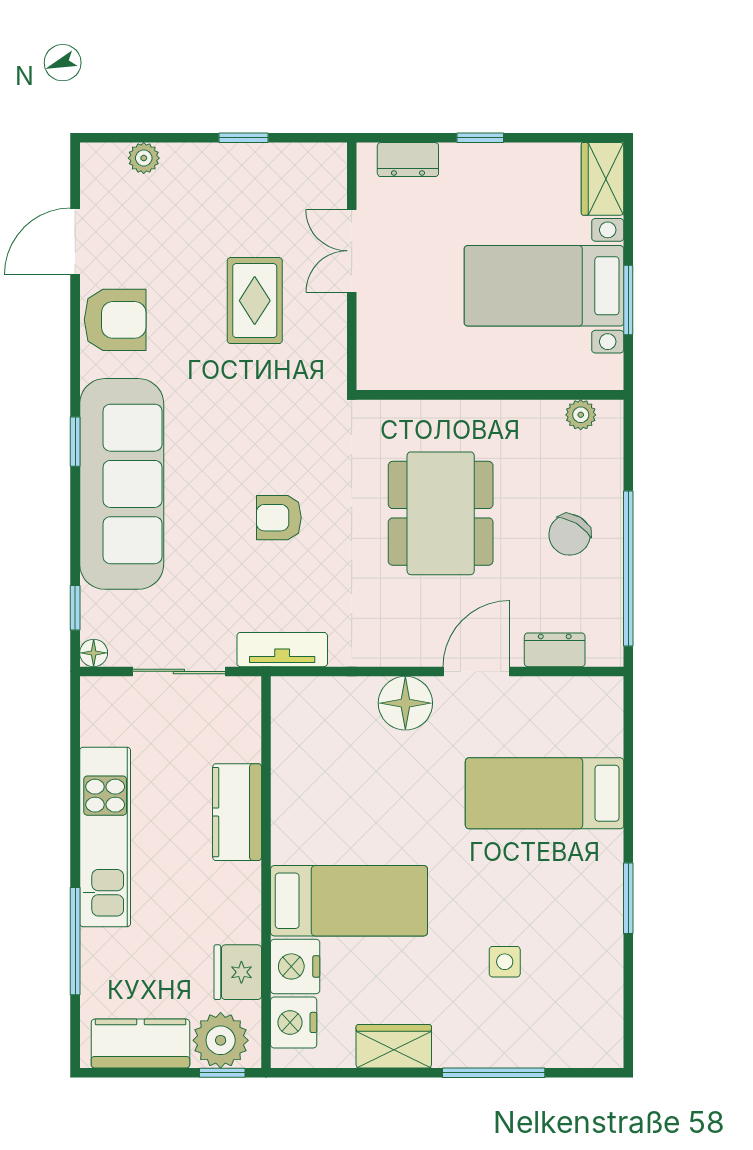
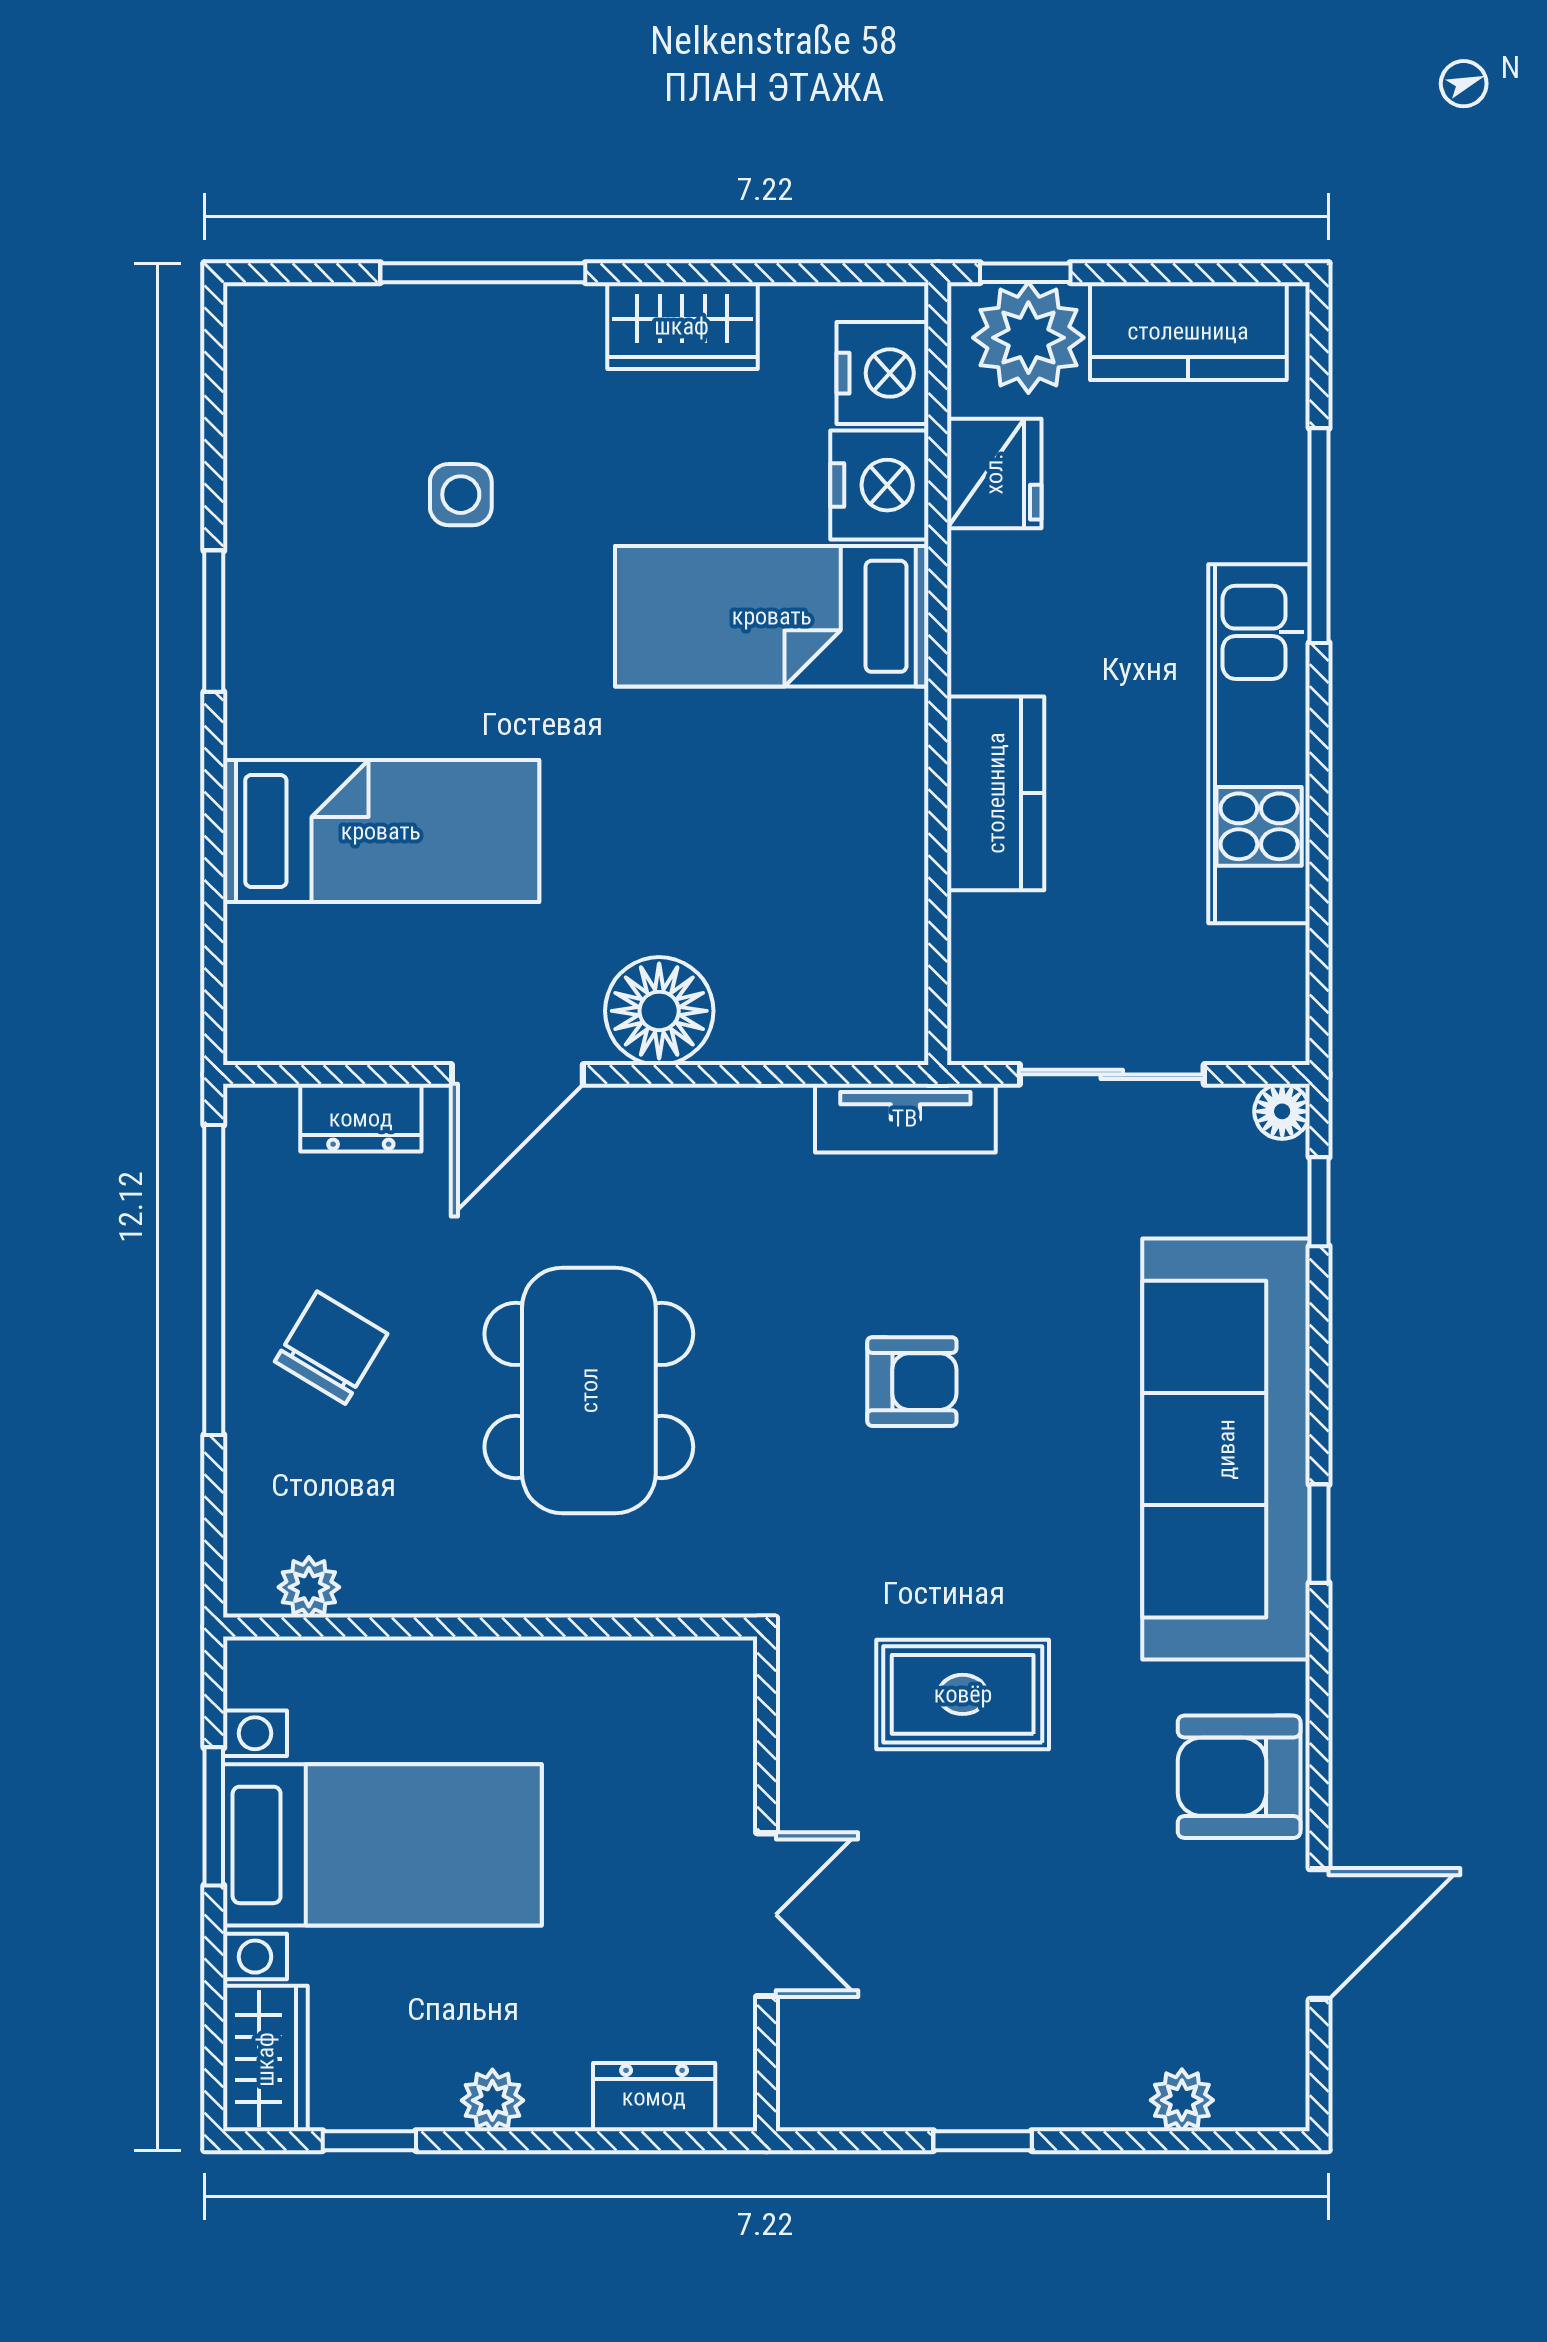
window: (480, 138) -> (369, 2141), moved
plant: (489, 158) -> (492, 2100), added
rug: (255, 301) -> (963, 1694), moved, turned 90

